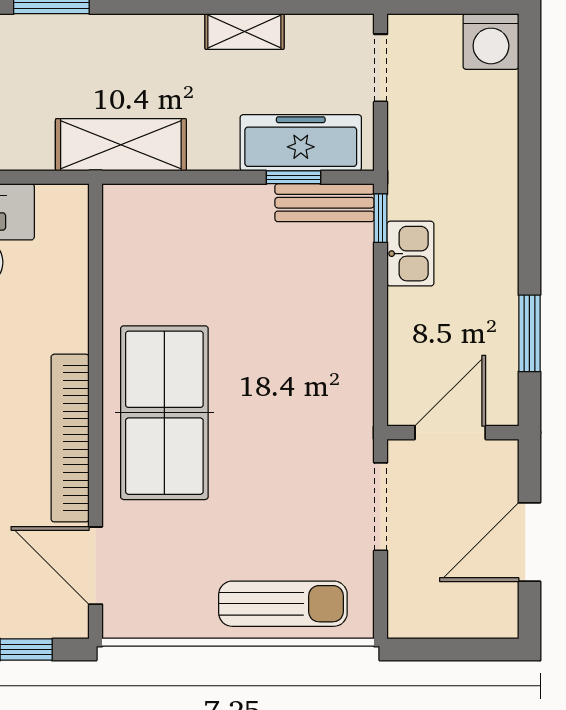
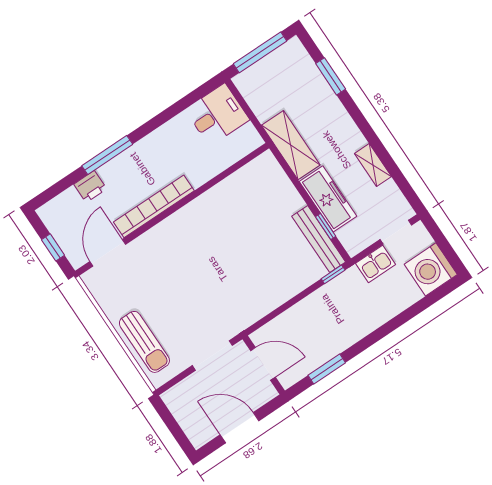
washing machine: (491, 41) -> (431, 269), width x1.37, depth x1.37
freezer: (301, 143) -> (328, 199), moved
bench: (325, 203) -> (319, 239), width x1.36
kitchen sink: (410, 254) -> (376, 264), moved
table tennis table: (164, 413) -> (191, 239), removed

